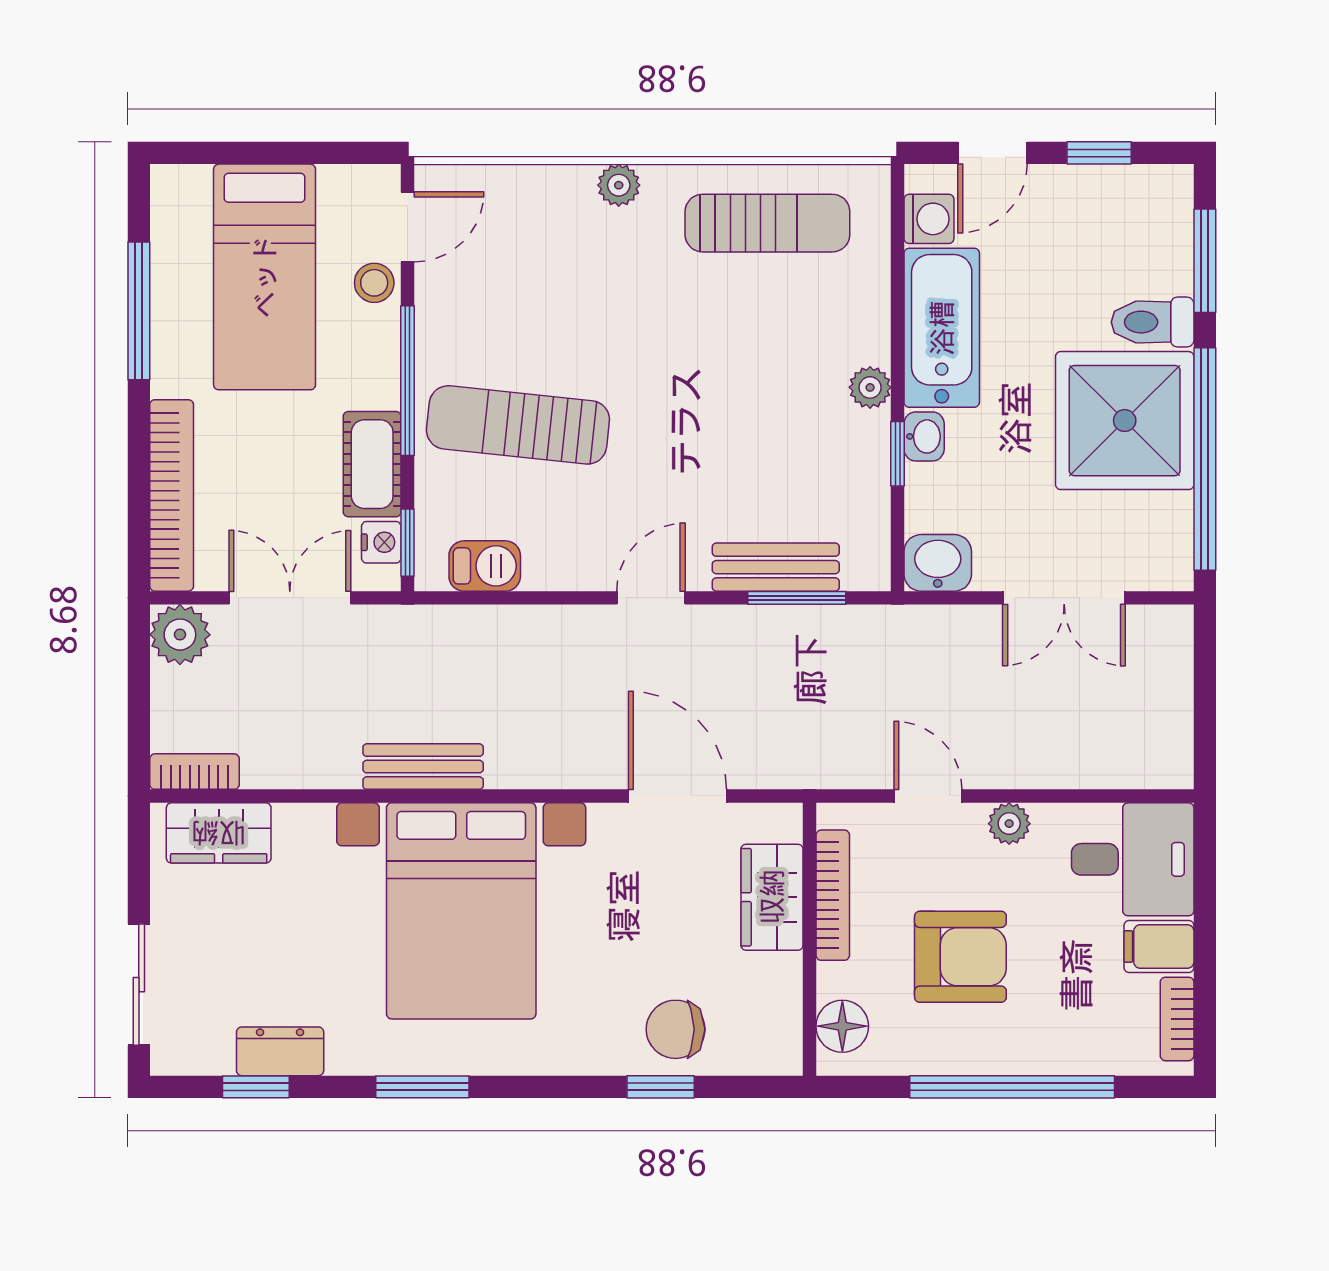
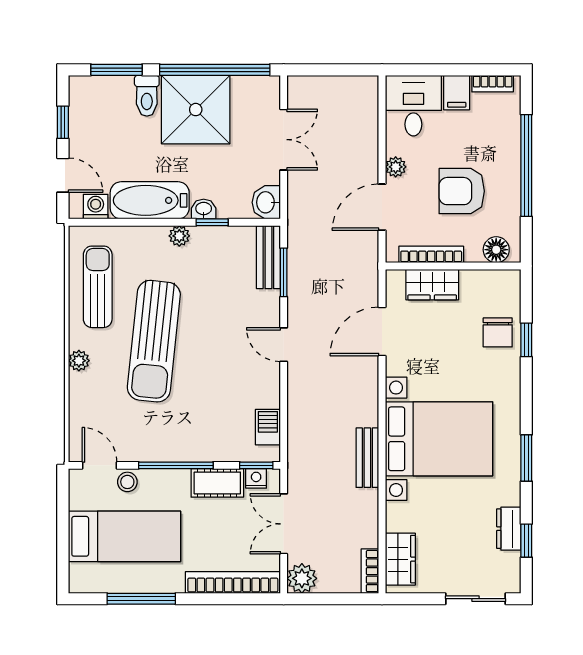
sun lounger: (518, 425) -> (154, 341), moved, width x1.36, depth x1.34
bench: (776, 567) -> (268, 257), moved
door: (928, 796) -> (382, 207), width x1.38
armchair: (960, 957) -> (462, 191), turned -90

